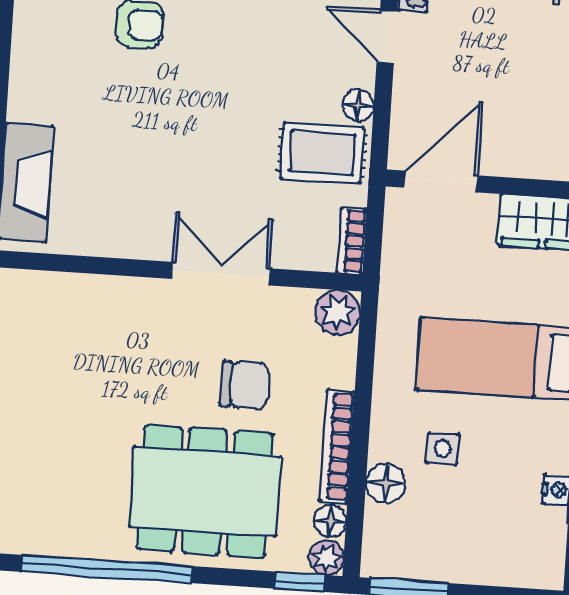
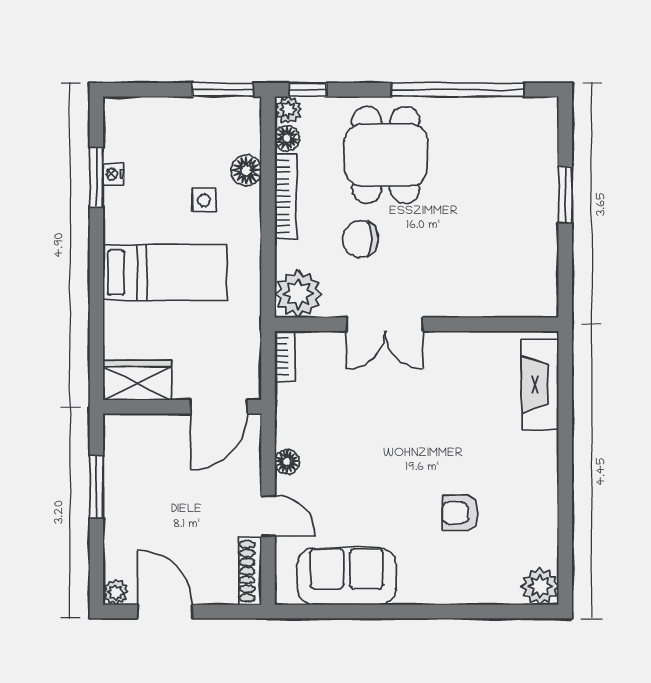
rug: (322, 153) -> (312, 423), removed
plant: (338, 312) -> (298, 294), width x1.36, depth x1.36
dining table: (205, 491) -> (386, 155), width x0.73

